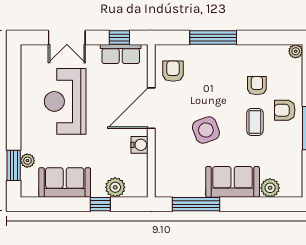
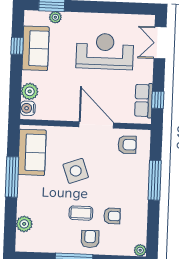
double door: (67, 37) -> (160, 43), moved
water cooler: (140, 145) -> (28, 108), moved, turned 90
sofa: (233, 182) -> (32, 152), moved
window: (100, 204) -> (17, 46), moved
window: (196, 204) -> (12, 177), moved

